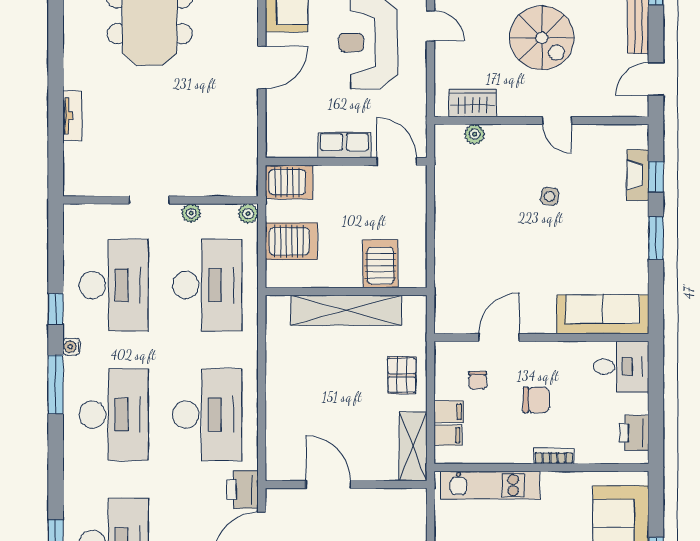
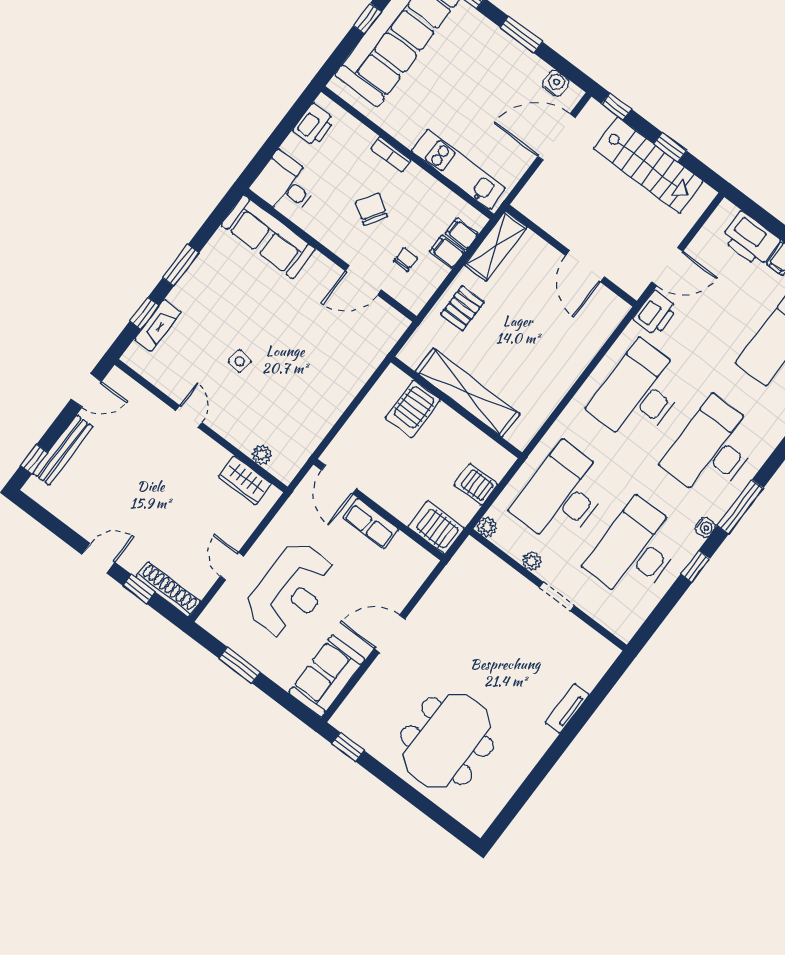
spiral stairs: (542, 38) -> (152, 491), removed
server rack: (291, 241) -> (476, 484), width x0.73, depth x0.70
chair: (536, 400) -> (371, 209), turned 33

